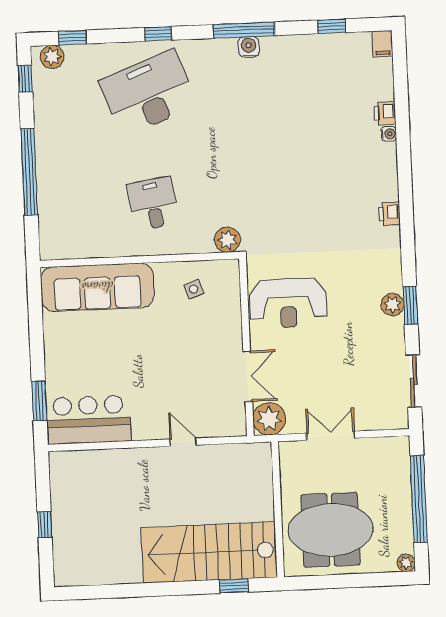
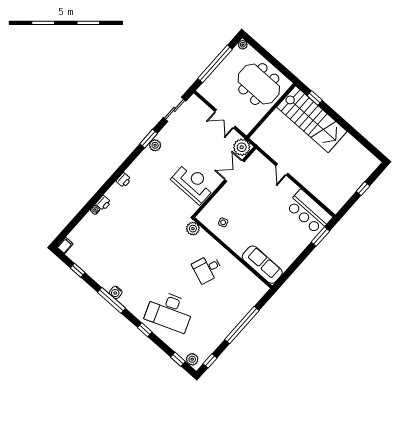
printer: (385, 113) -> (103, 203), moved
desk: (153, 204) -> (207, 269), turned 30
sofa: (97, 287) -> (262, 265), width x0.74, depth x0.79

